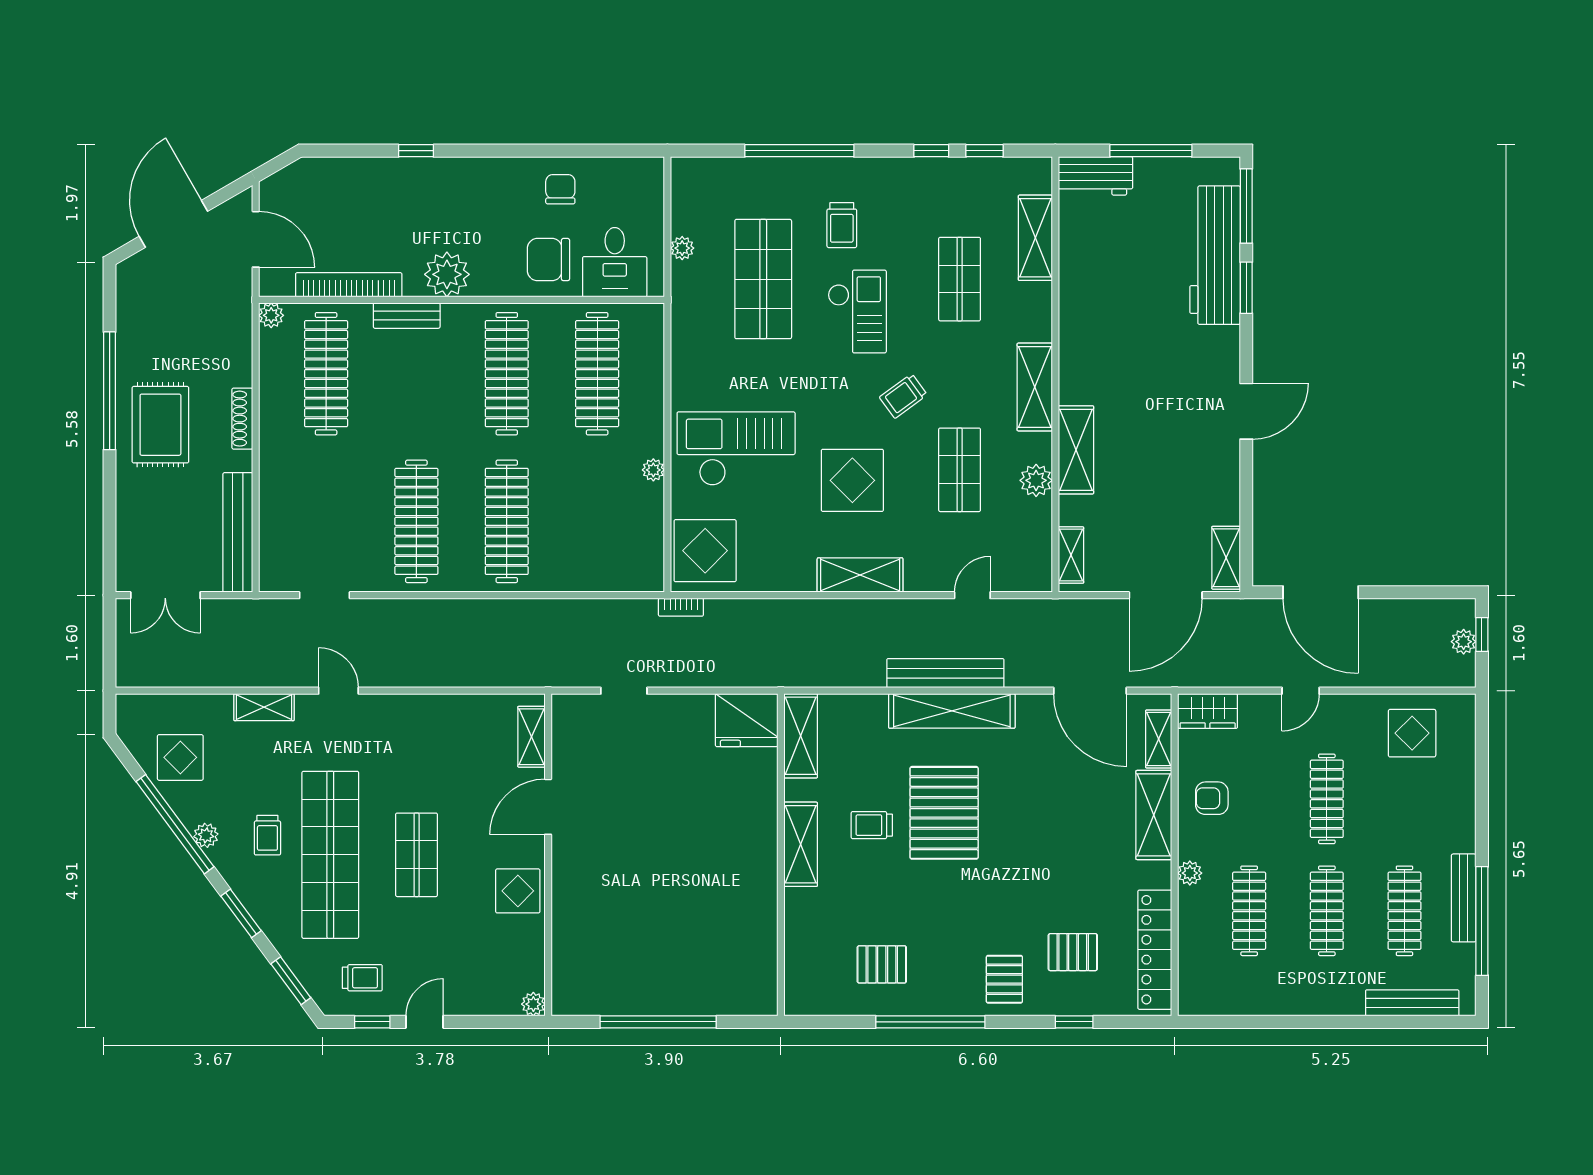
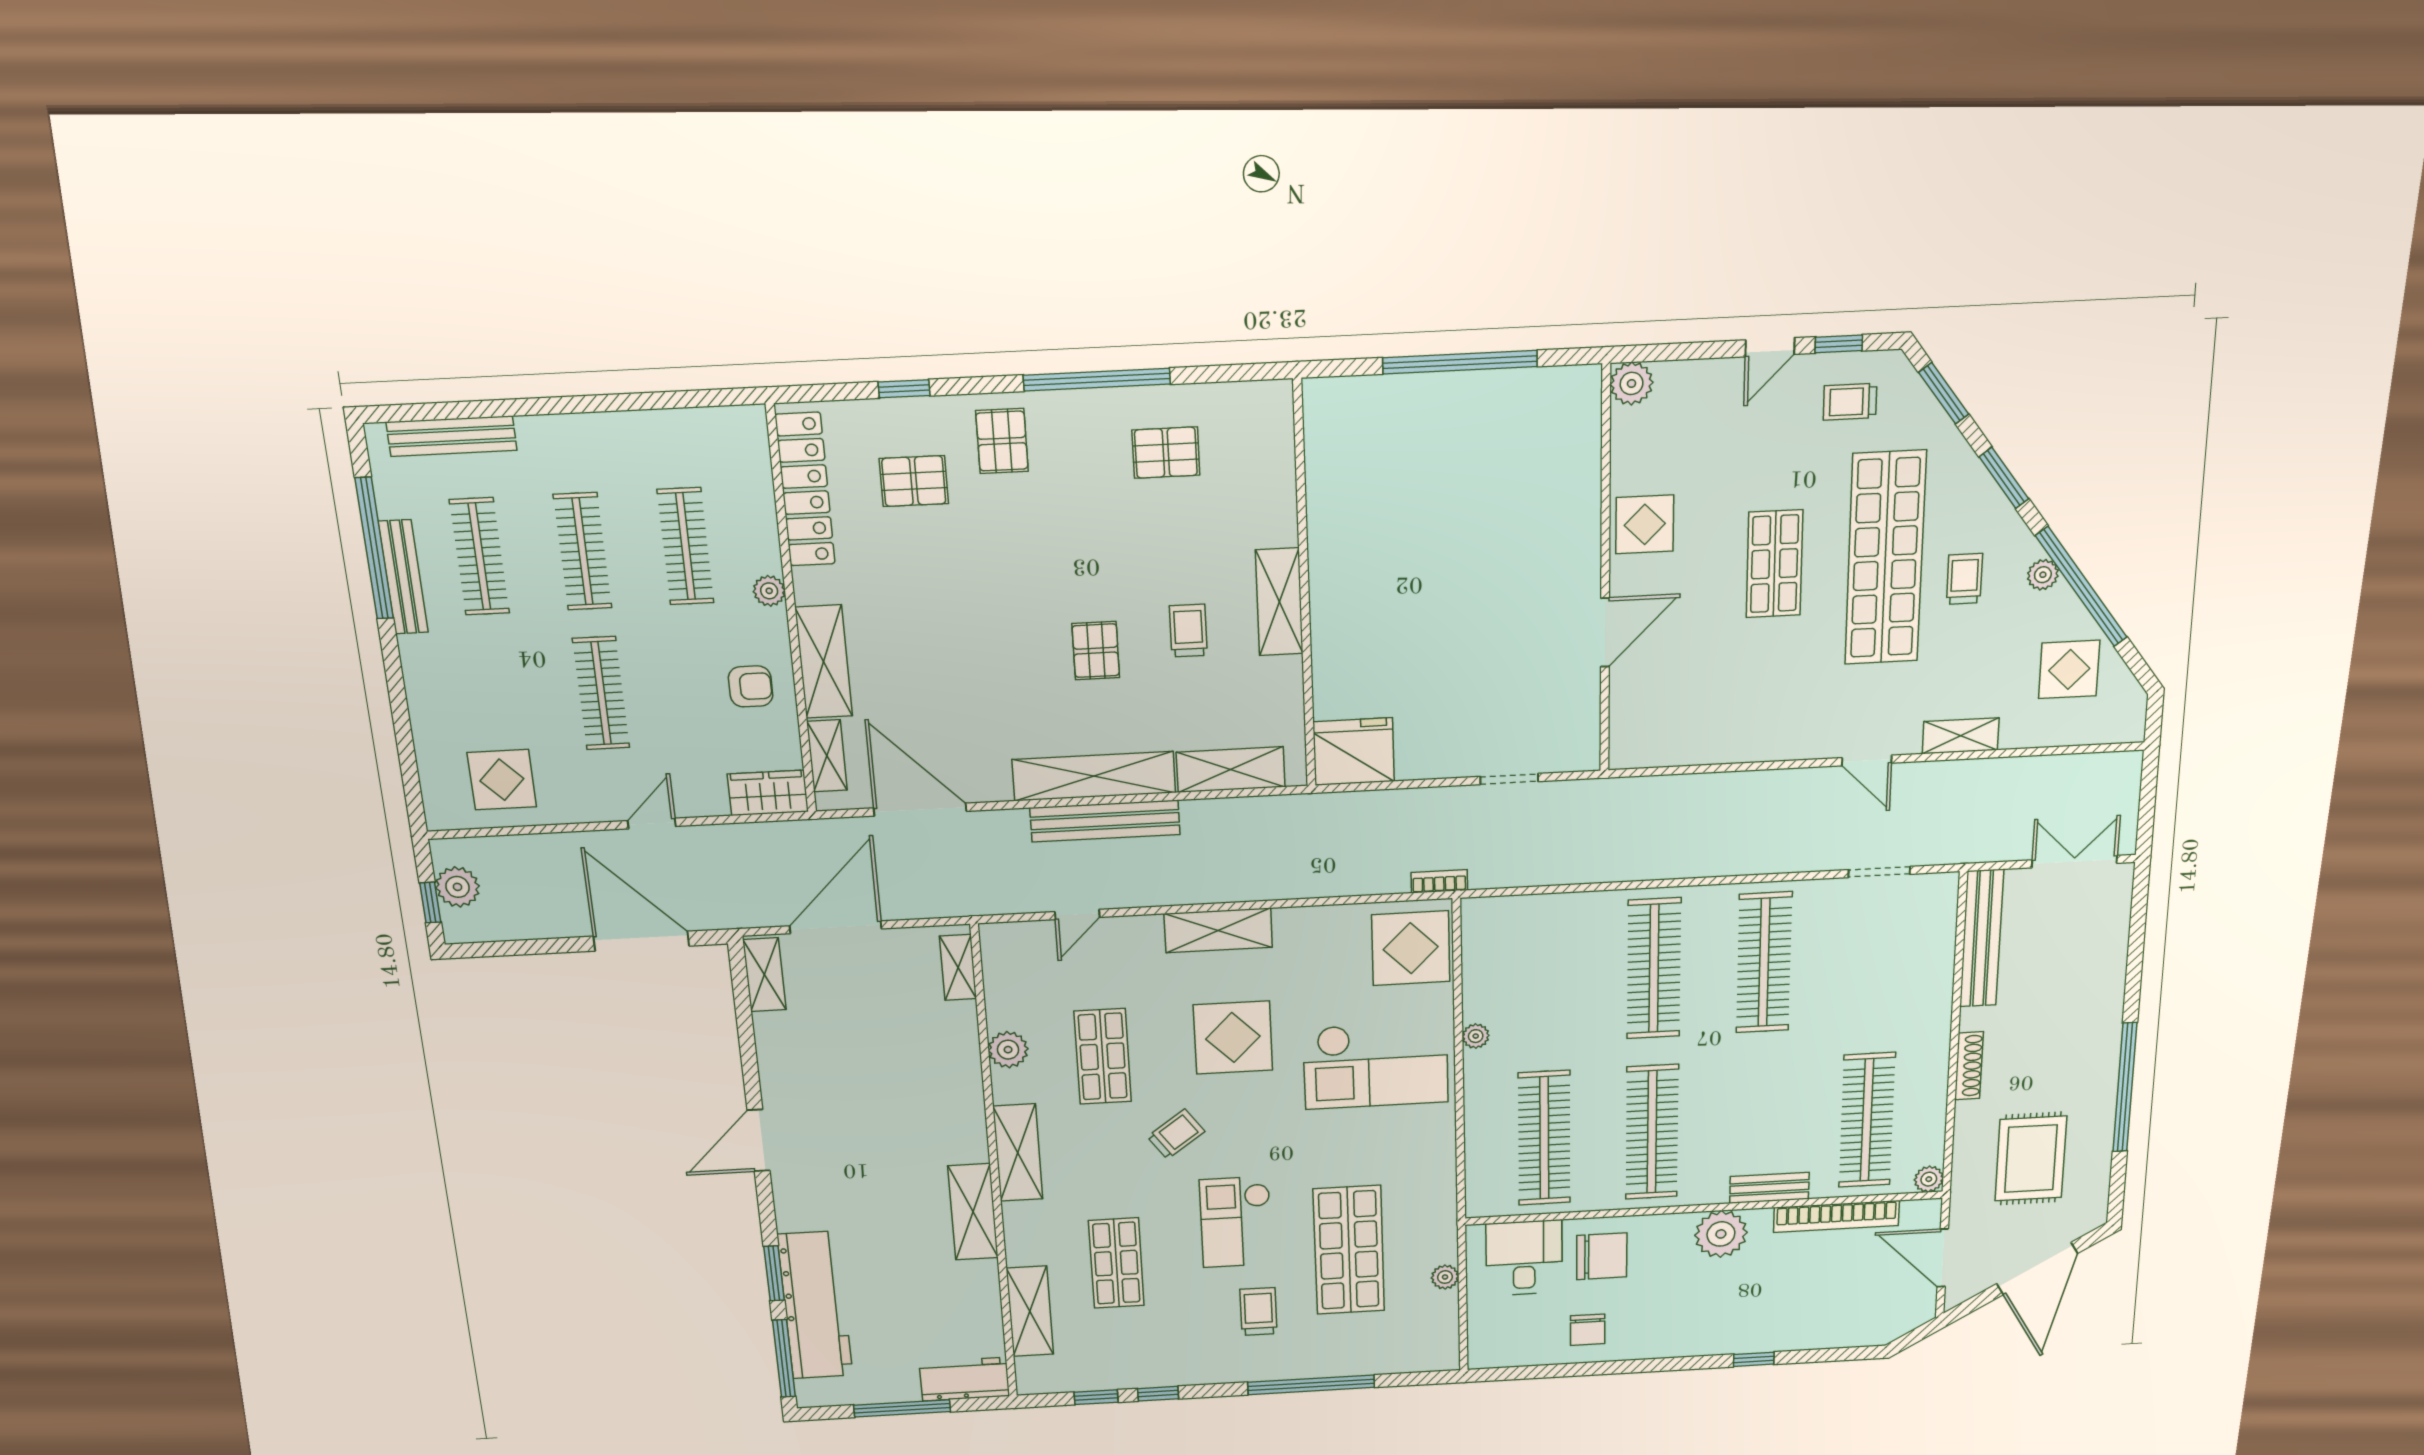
rug: (160, 425) -> (2031, 1159), moved
shelving: (1076, 450) -> (973, 1212), moved
plant: (1464, 642) -> (457, 887), width x1.38, depth x1.38
shelving: (801, 736) -> (1231, 770), moved, turned 90
shelving: (531, 737) -> (1626, 717), removed
pallet: (944, 813) -> (1096, 651), width x0.49, depth x0.50
trolley: (872, 825) -> (1188, 631), turned -90
plant: (533, 1004) -> (1632, 383), width x1.38, depth x1.38

